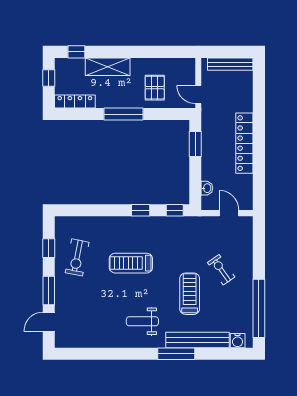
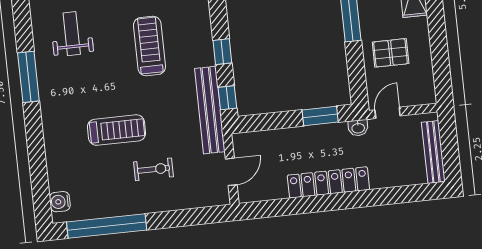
washbasin: (207, 188) -> (358, 128), moved
exercise bike: (221, 270) -> (154, 169), turned 35
weight bench: (142, 321) -> (72, 34), moved
bench: (197, 340) -> (210, 110), moved
window: (176, 354) -> (28, 77), moved

